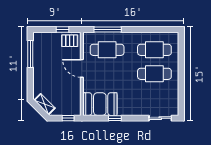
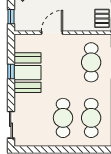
door: (82, 68) -> (52, 33), moved
booth: (100, 104) -> (27, 73), moved

